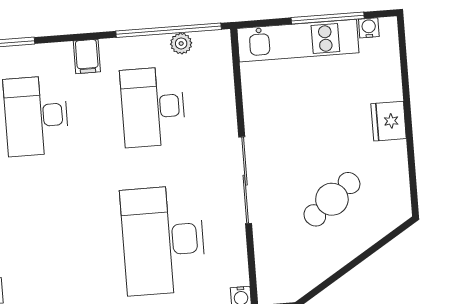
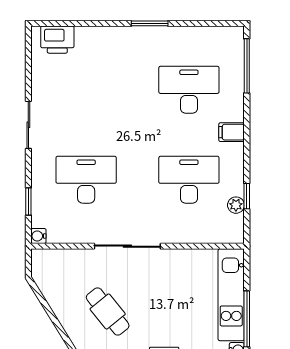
window: (169, 30) -> (247, 196), width x0.32
desk: (163, 240) -> (86, 180), width x0.73, depth x0.77

